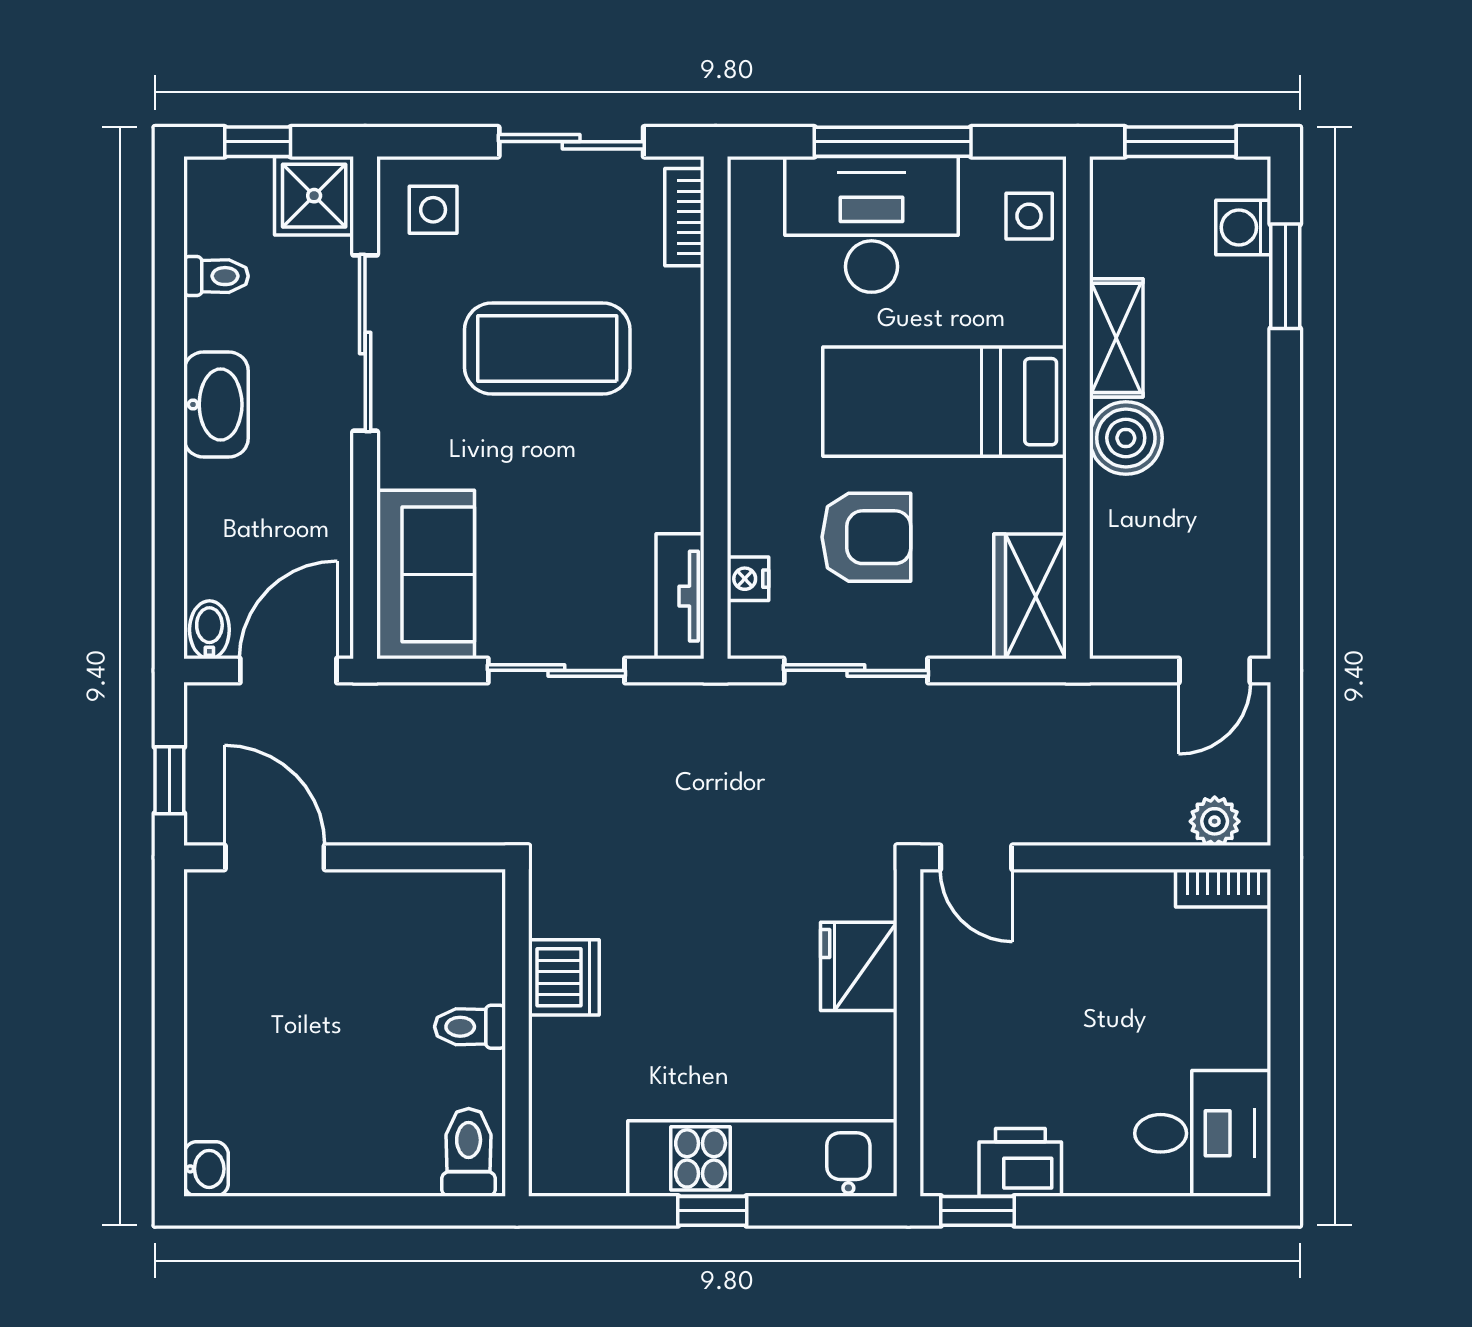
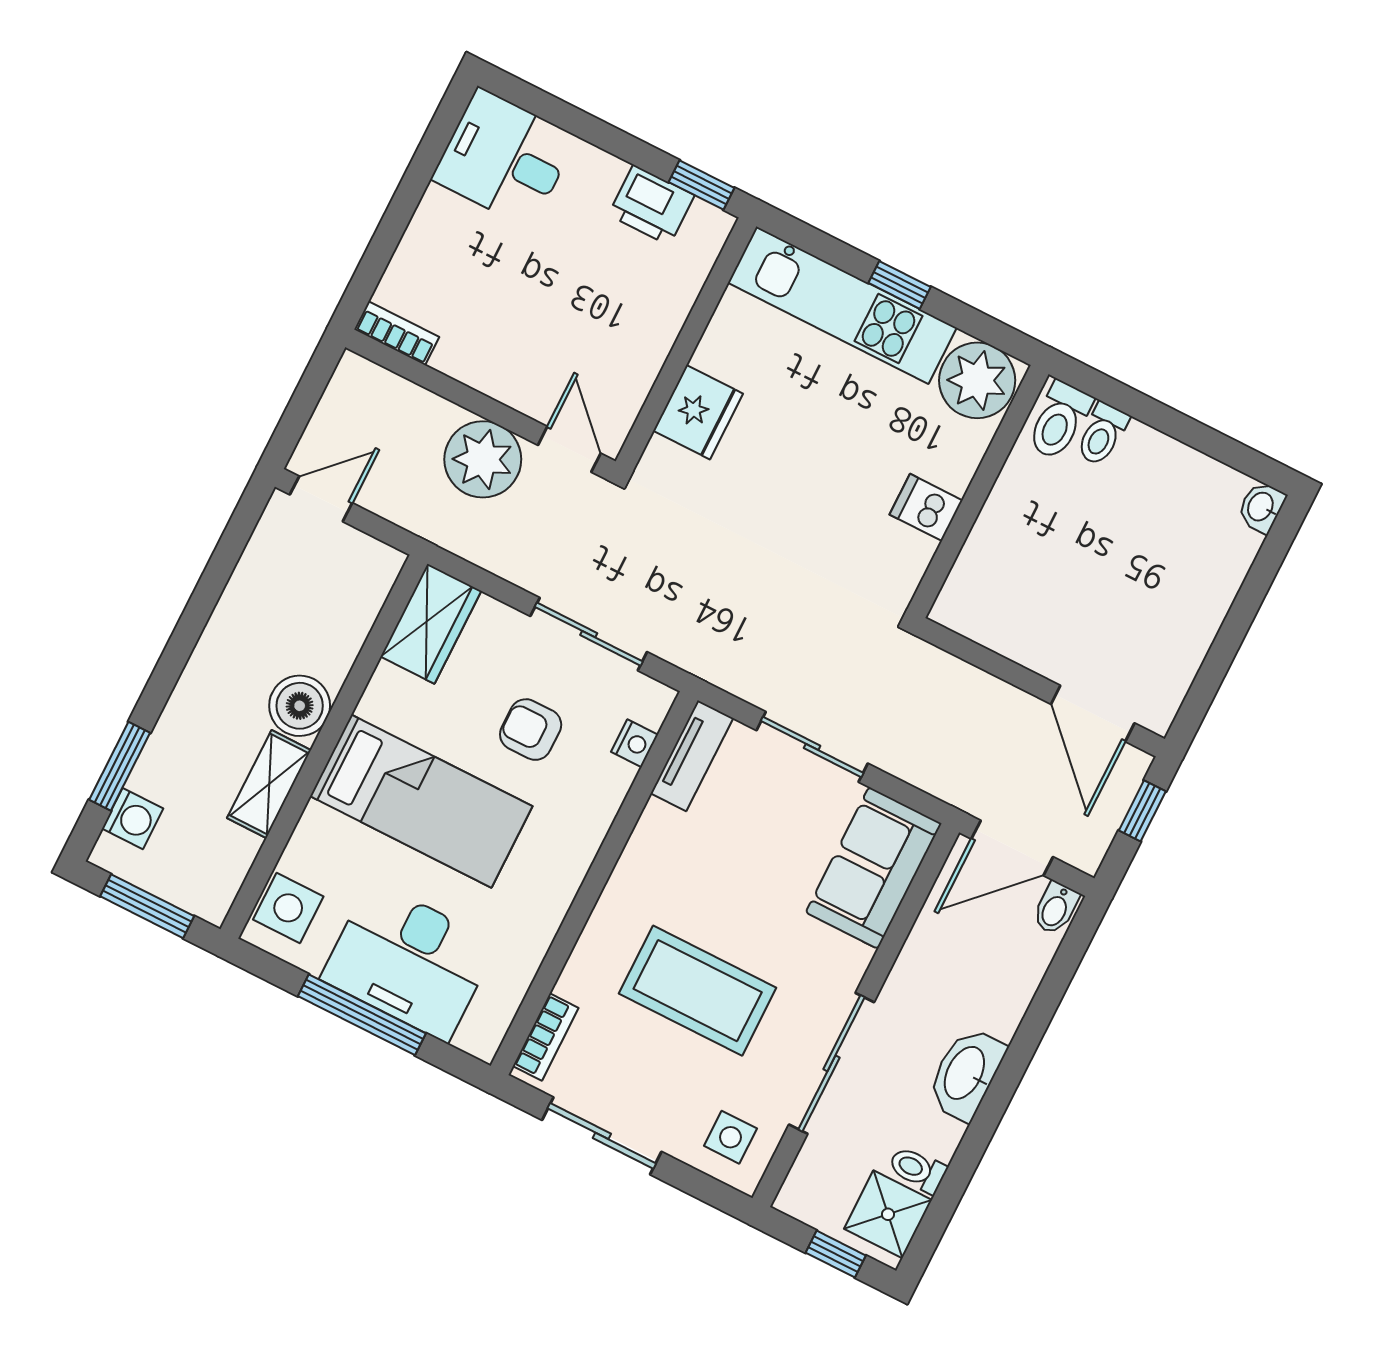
shower: (314, 196) -> (888, 1214), moved
side table: (1029, 216) -> (288, 908), width x1.37, depth x1.37
armchair: (866, 537) -> (531, 730), width x0.72, depth x0.72
plant: (1215, 821) -> (483, 459), moved, width x1.87, depth x1.87
dishwasher: (564, 977) -> (926, 507), width x0.73
toilet: (470, 1027) -> (1102, 434), moved, turned 90
plant: (578, 1151) -> (977, 380), added

